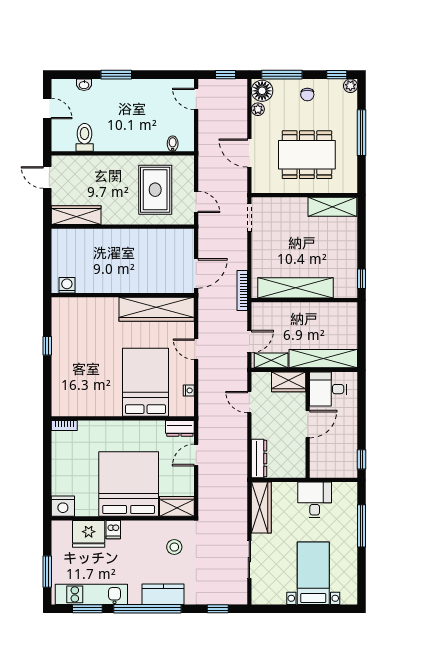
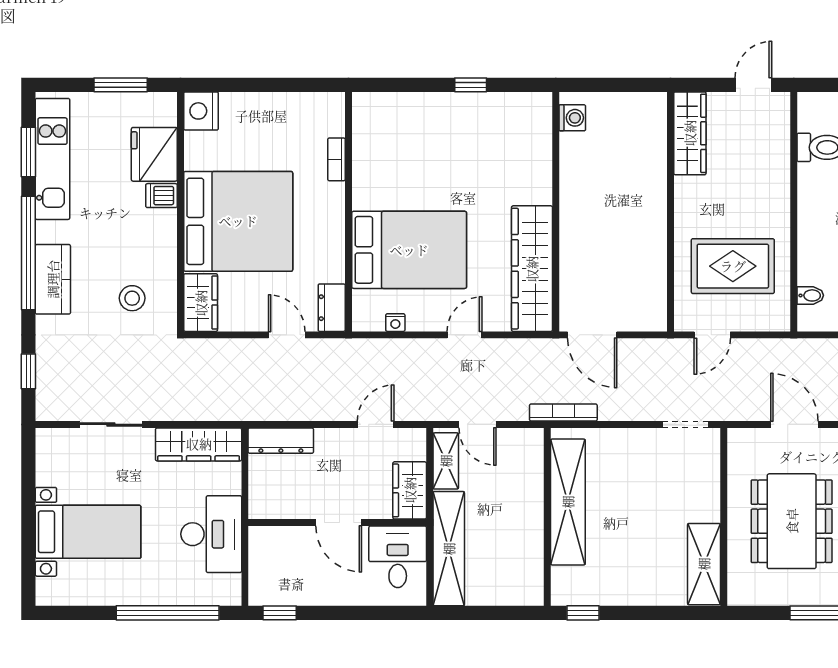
door: (249, 153) -> (794, 424), hinge flipped
bookcase: (64, 425) -> (337, 159), moved
desk: (315, 500) -> (211, 534), width x1.37
window: (362, 526) -> (168, 613), width x1.46
window: (47, 572) -> (121, 85), moved

